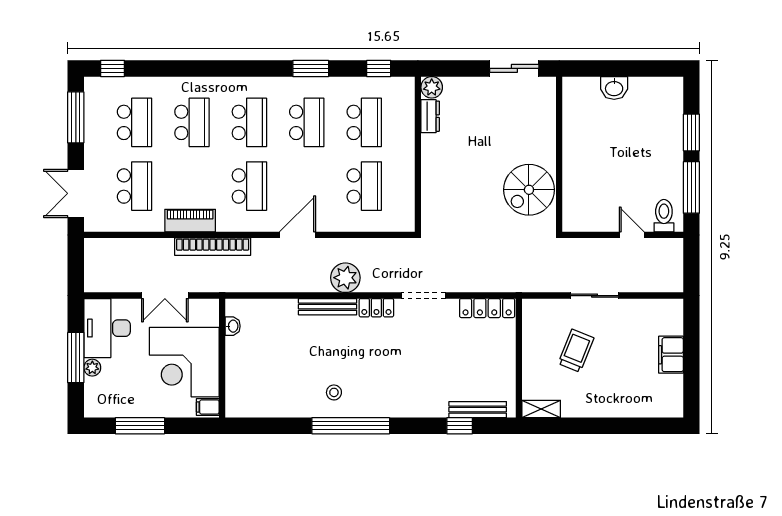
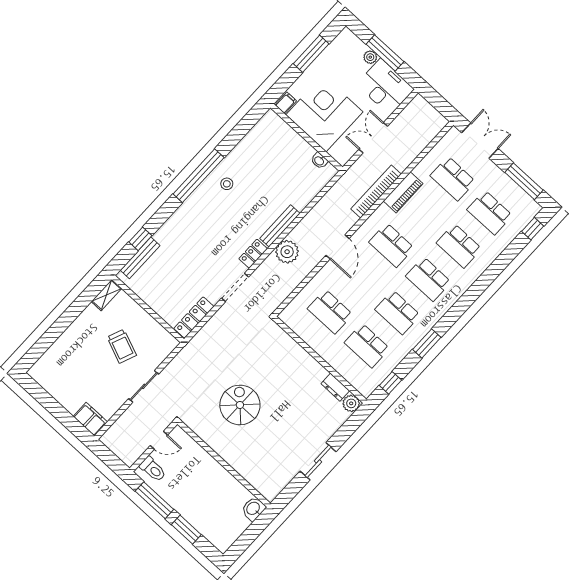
wall: (559, 154) -> (224, 464), moved
filing cabinet: (671, 355) -> (90, 419), moved

